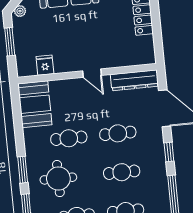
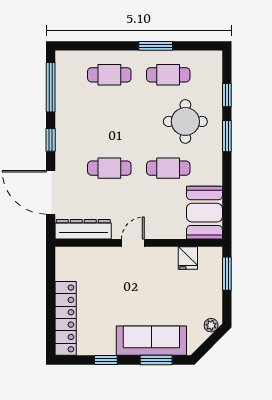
window: (10, 42) -> (227, 274), moved
door: (92, 73) -> (133, 243), hinge flipped
cafe table: (122, 172) -> (109, 121), removed

